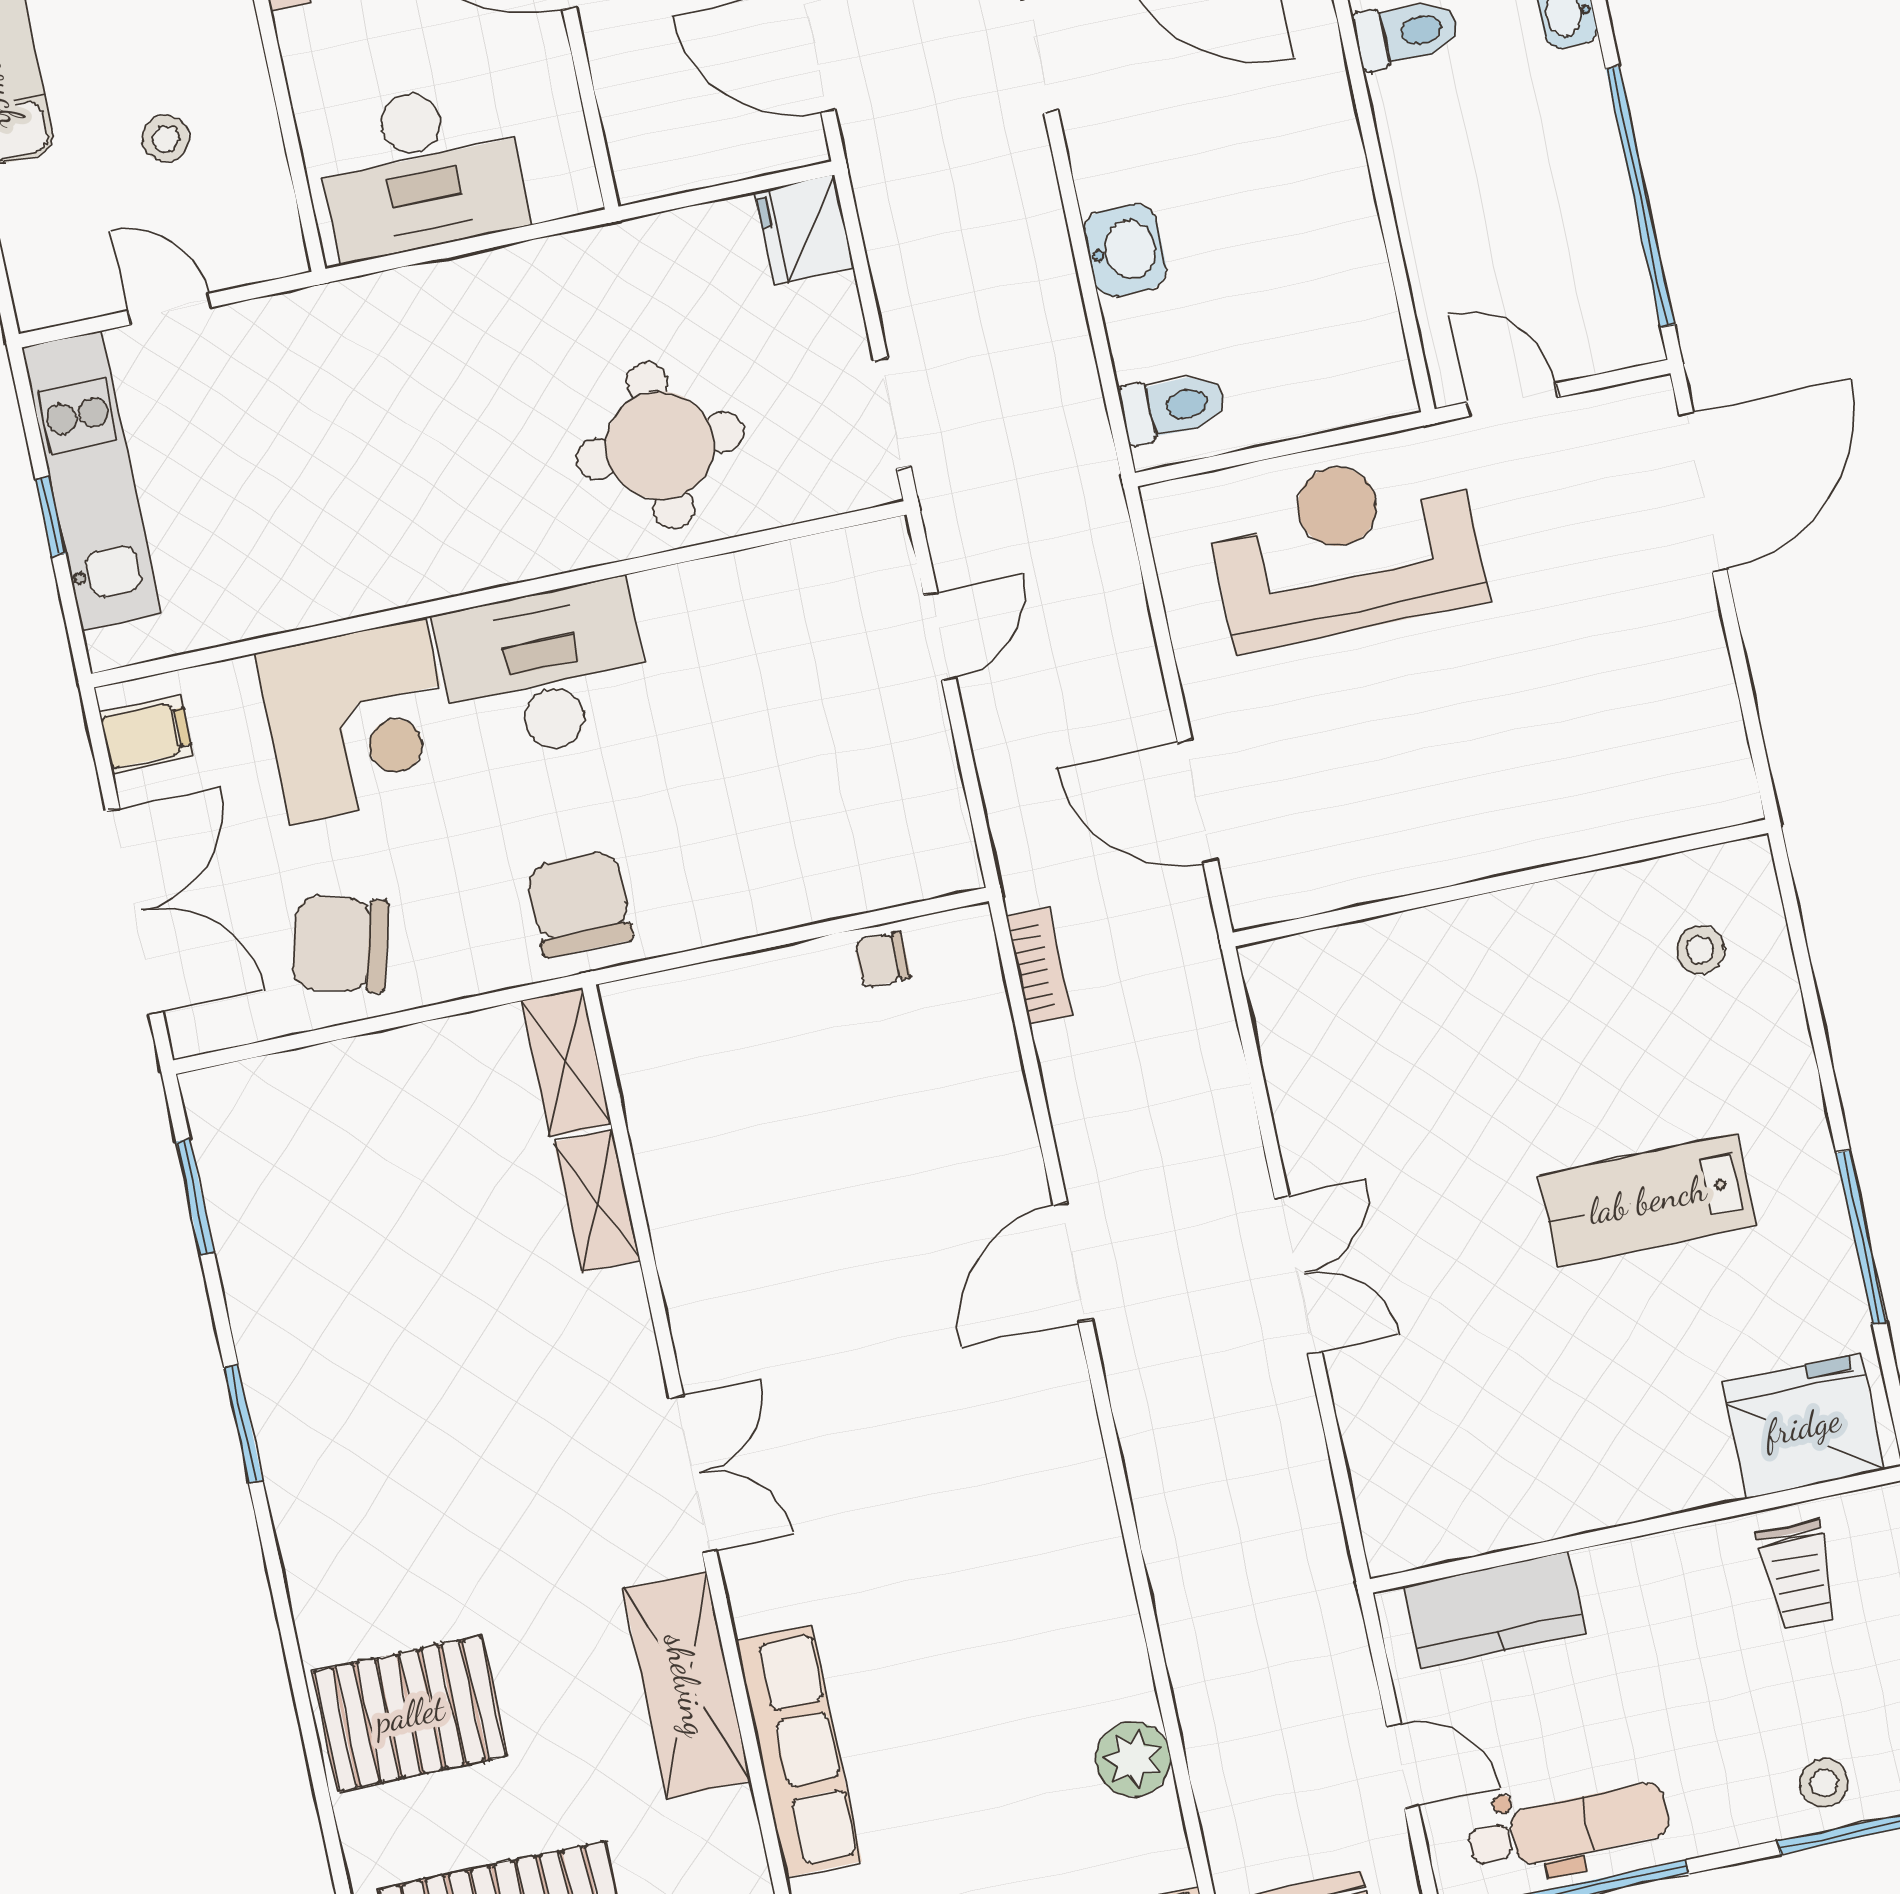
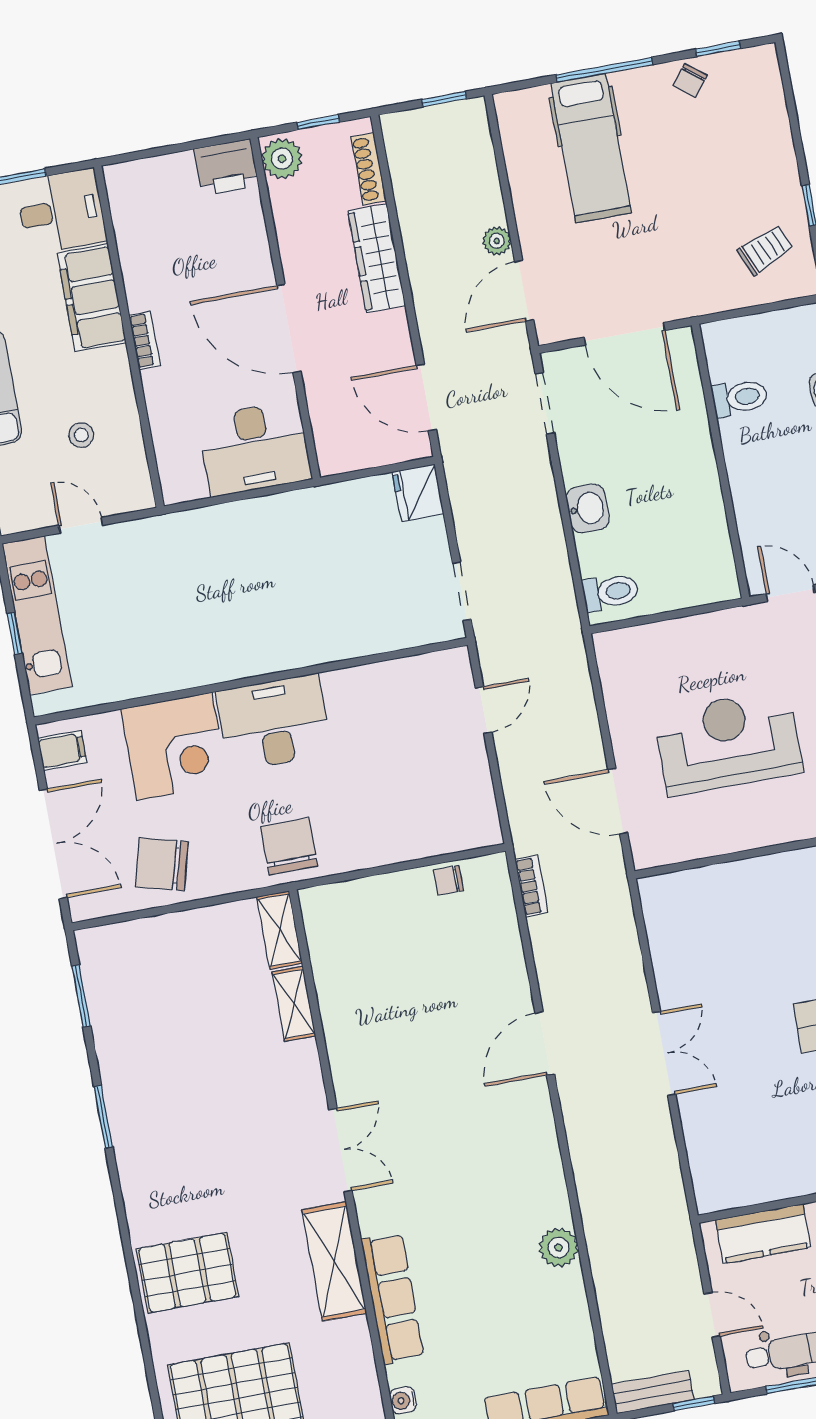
desk: (421, 170) -> (255, 448), moved
round table: (660, 445) -> (339, 605), removed
reception desk: (1346, 548) -> (728, 742), moved
plant: (1133, 1759) -> (559, 1248), moved

